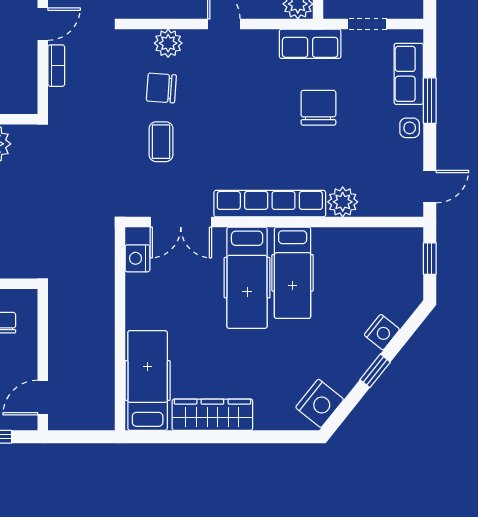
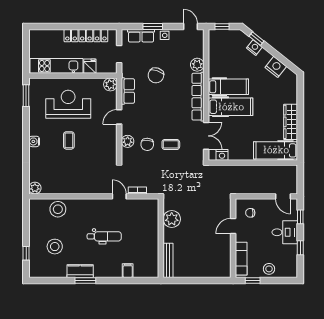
row of seats: (310, 44) -> (128, 91), moved
chair: (318, 108) -> (156, 75), turned -71
window: (375, 371) -> (257, 39), moved
nightstand: (320, 403) -> (276, 67), moved

